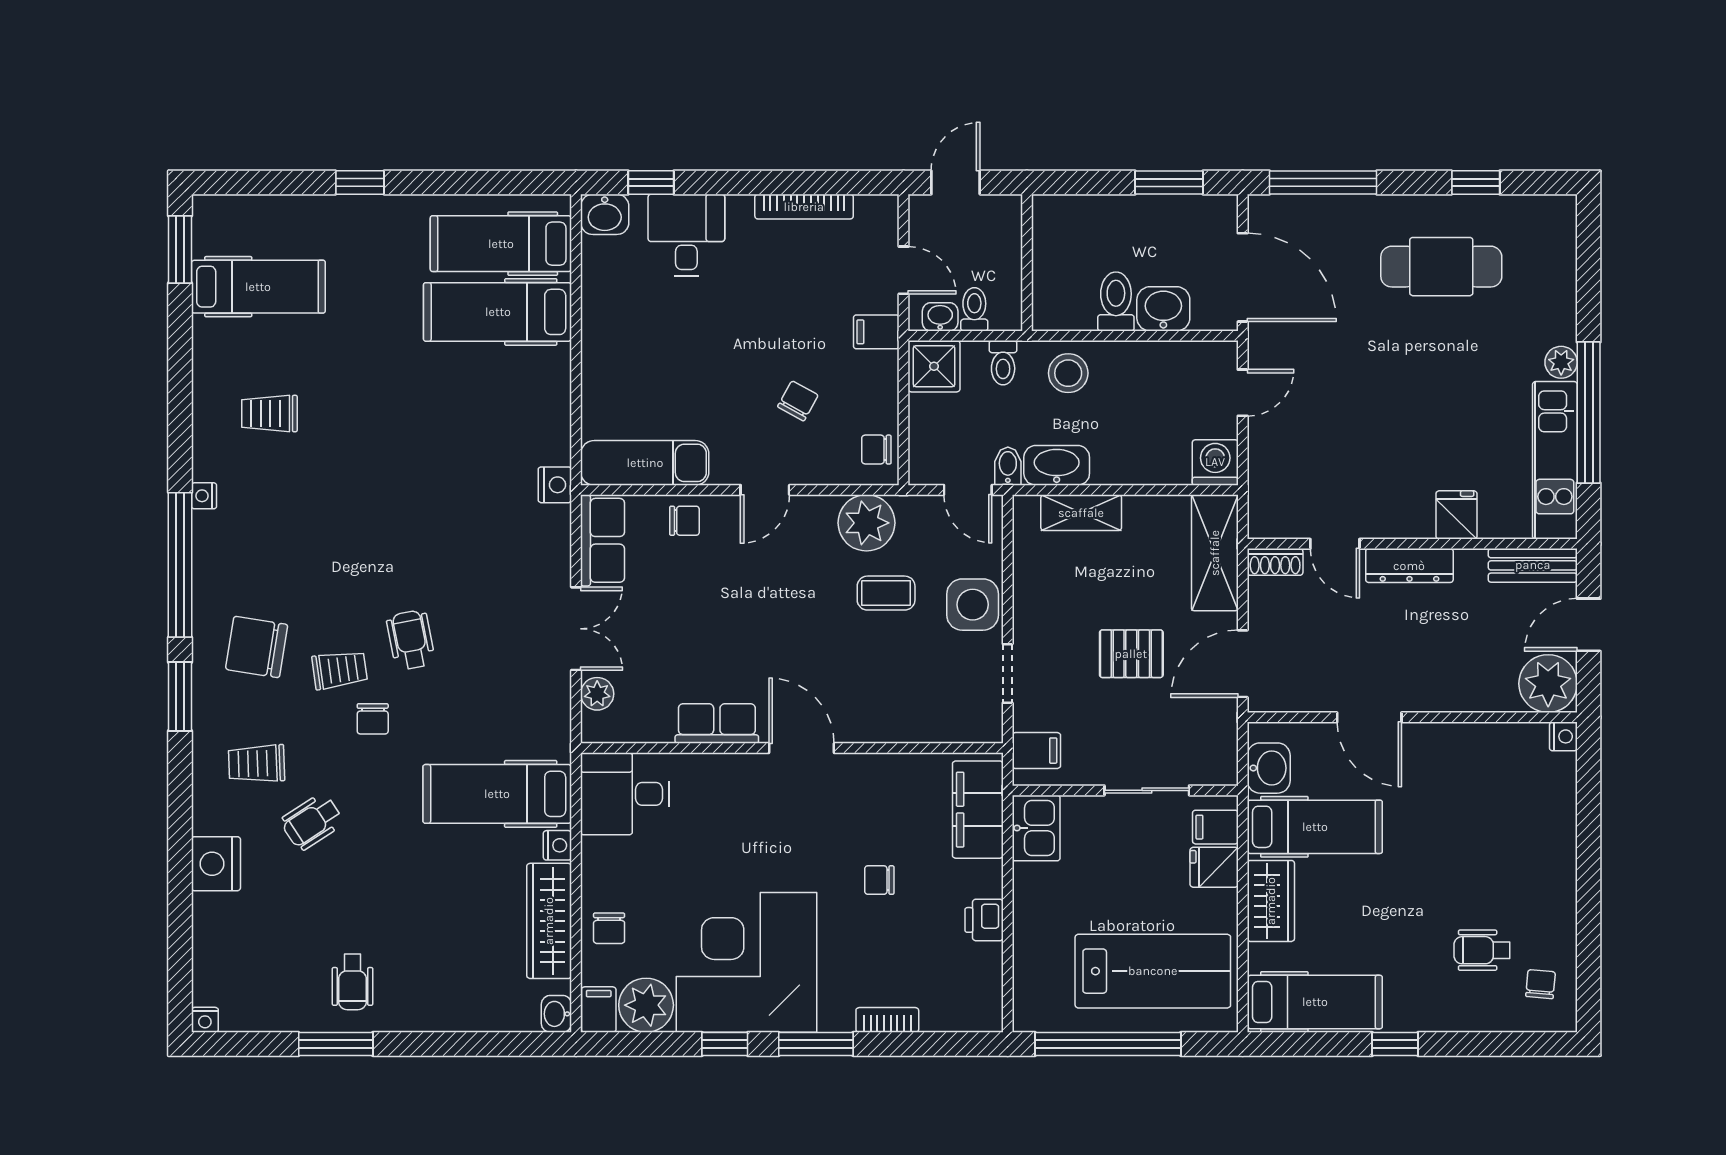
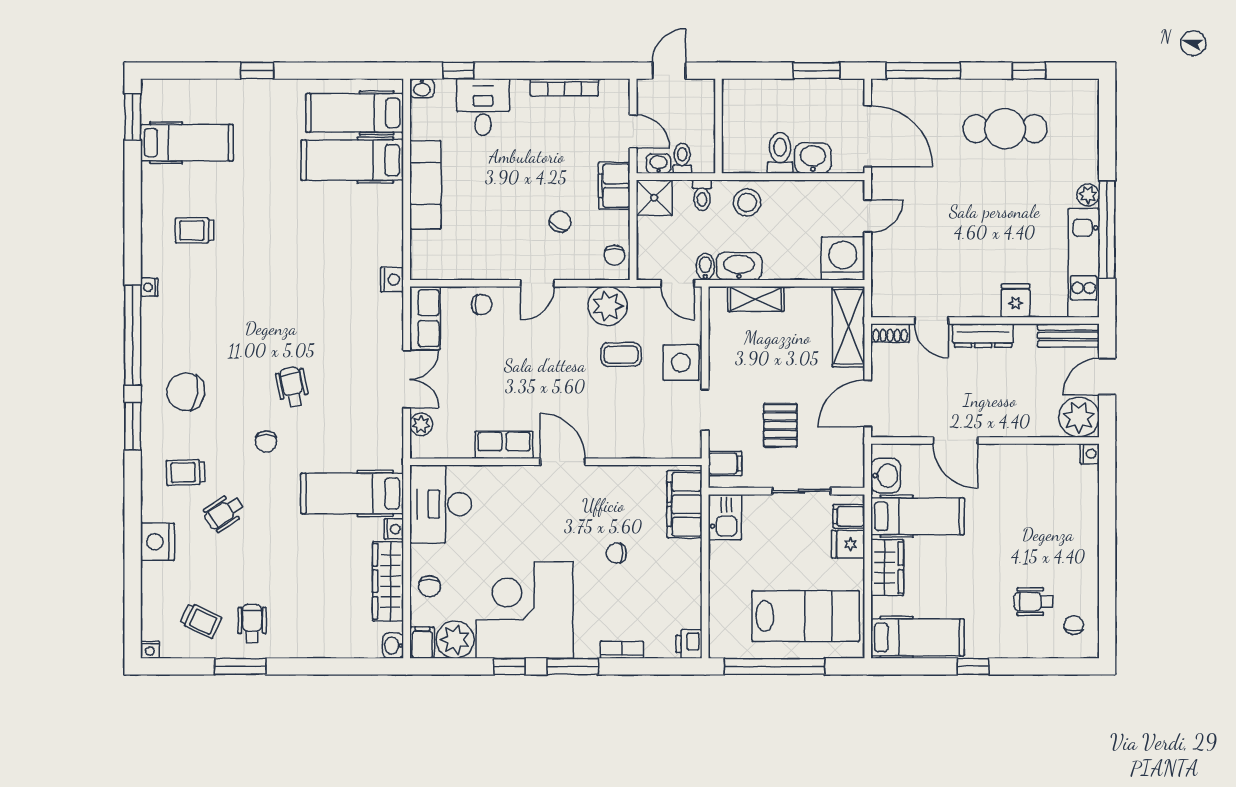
washbasin: (605, 214) -> (422, 88), width x0.72, depth x0.69
filing cabinet: (876, 332) -> (614, 186), width x2.00
chair: (876, 450) -> (614, 255), turned -90
washing machine: (1215, 462) -> (843, 258), width x1.37, depth x1.37
exam couch: (645, 463) -> (425, 185), moved, turned 90
pallet: (1131, 654) -> (780, 425), moved, turned 90
trolley: (340, 670) -> (201, 621), moved, turned 33
desk: (625, 794) -> (441, 504), width x1.37
printer: (984, 920) -> (689, 644), moved
wheelchair: (353, 982) -> (252, 624), turned 180

